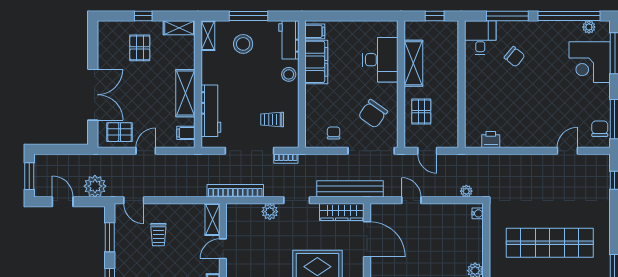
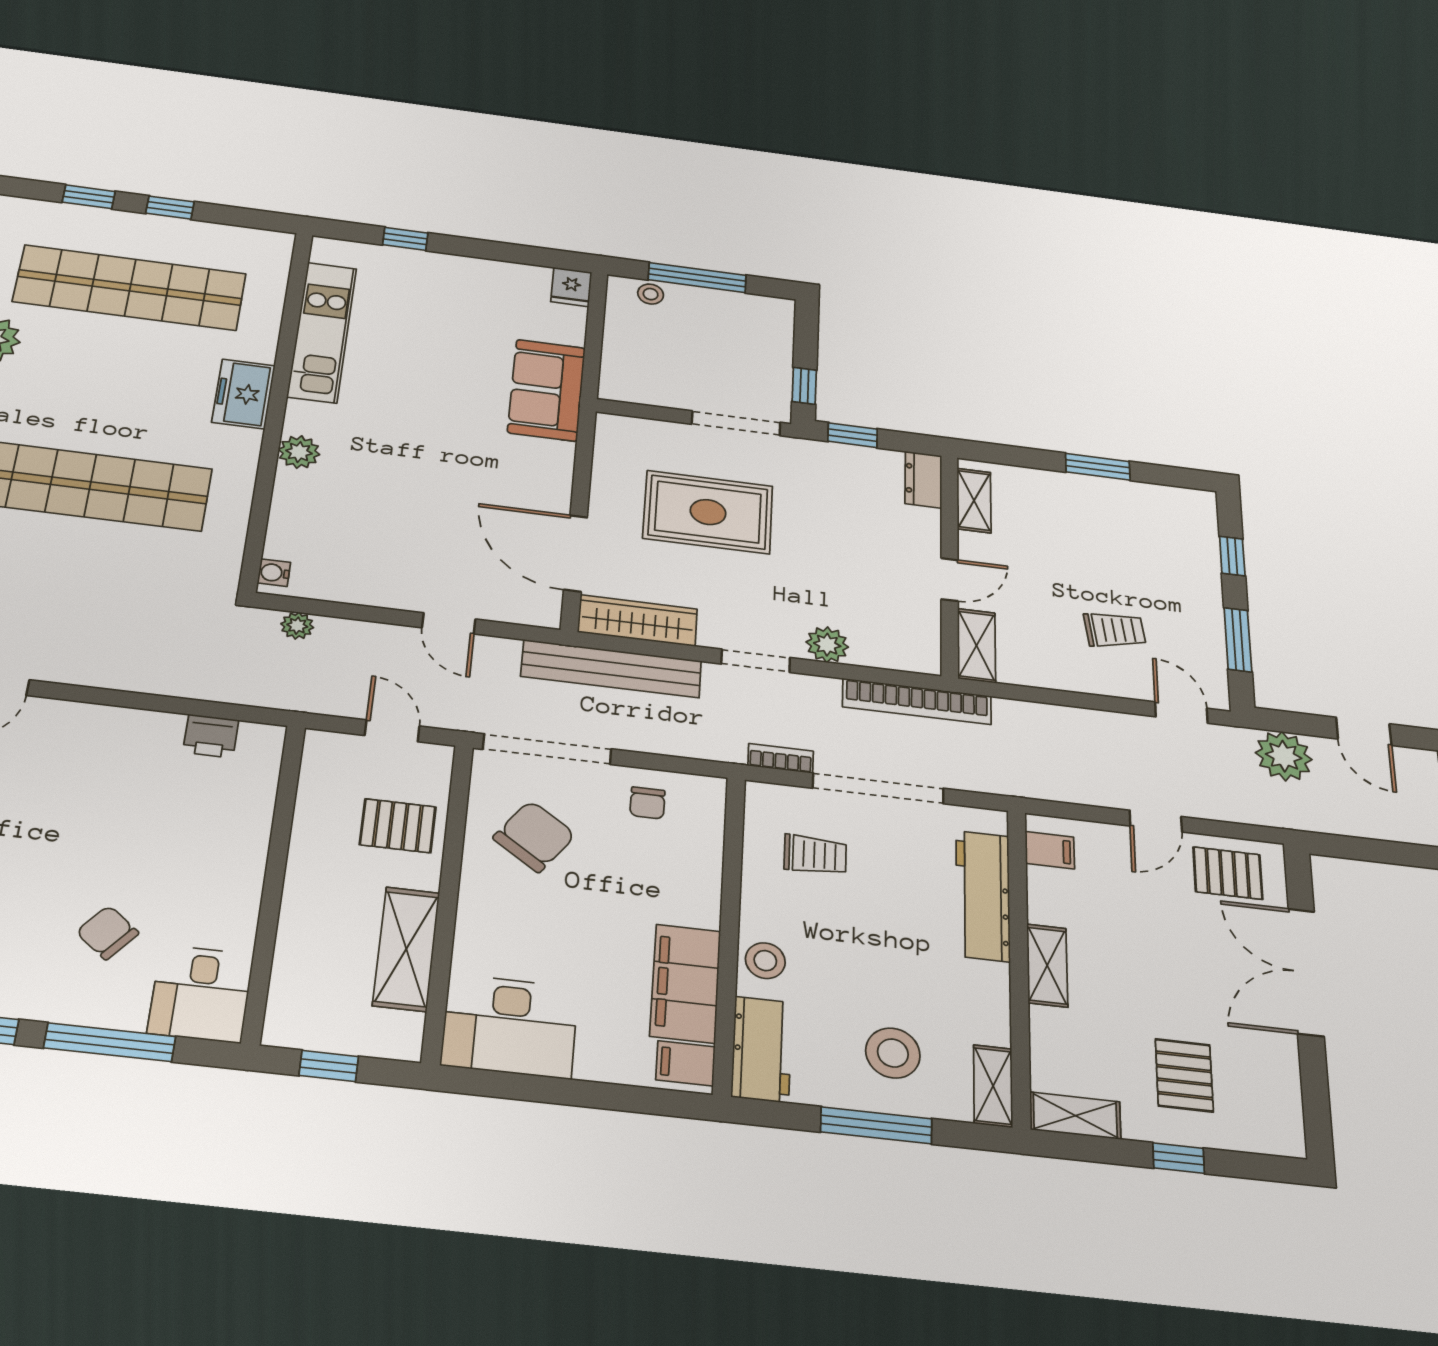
desk: (380, 60) -> (510, 1026), moved, turned -90
shelving: (185, 93) -> (1047, 966), width x0.67, depth x0.75
pallet: (421, 112) -> (398, 826), turned 90
trolley: (158, 235) -> (1115, 630), turned 82

